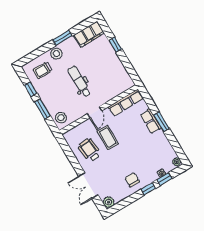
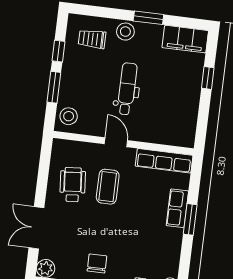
door: (95, 112) -> (116, 142), swing flipped

